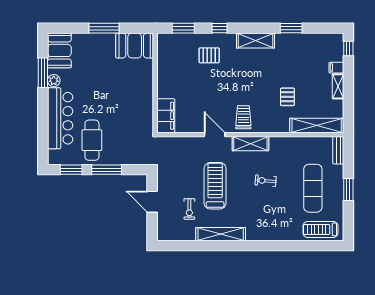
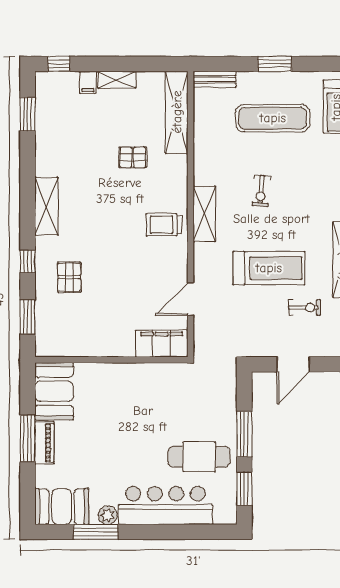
window: (291, 28) -> (28, 114), moved
piano: (101, 39) -> (44, 443), added
door: (215, 135) -> (191, 299), moved
treadmill: (215, 186) -> (269, 268), turned 180

